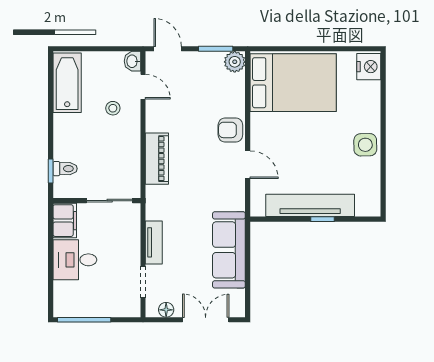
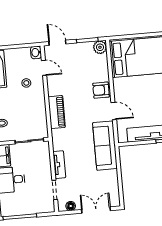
sofa: (229, 250) -> (105, 146), moved

